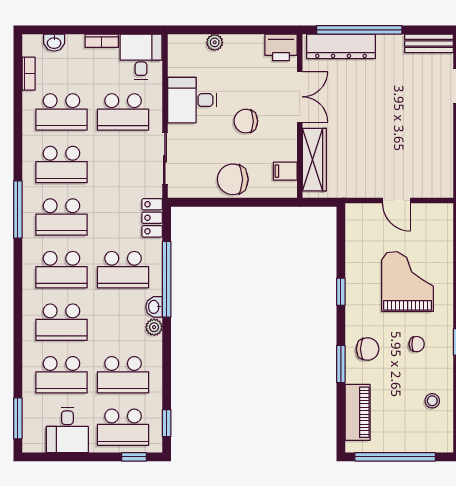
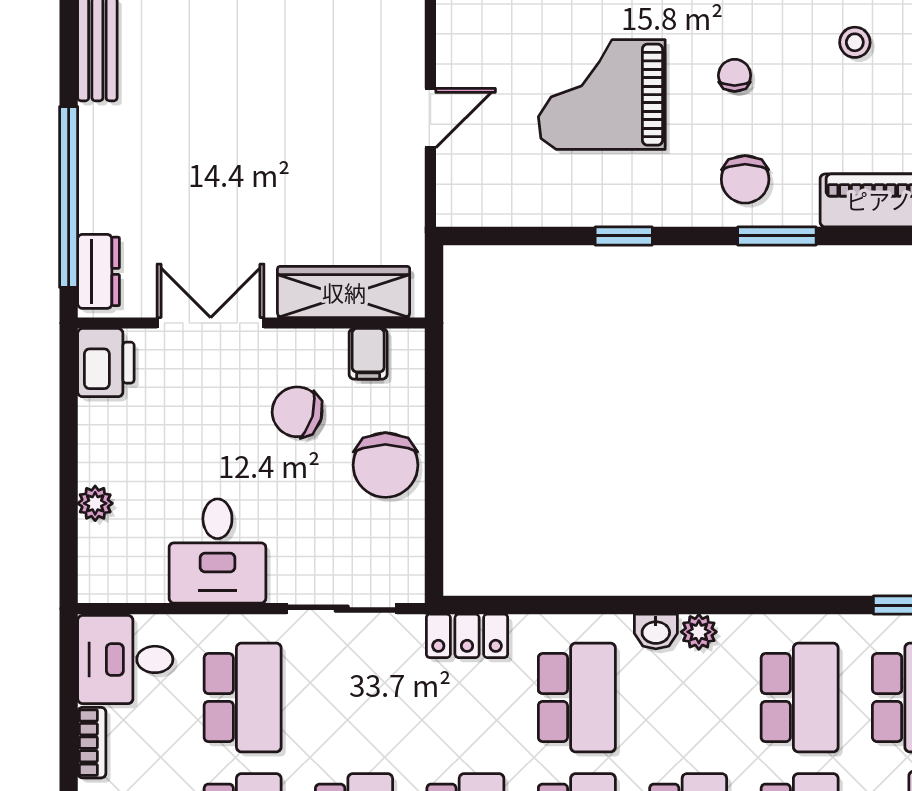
dresser: (341, 46) -> (99, 271), width x0.51, depth x0.80
chair: (246, 121) -> (297, 412), moved, turned 106
window: (167, 279) -> (597, 605), removed
chair: (368, 349) -> (745, 179), turned 180

